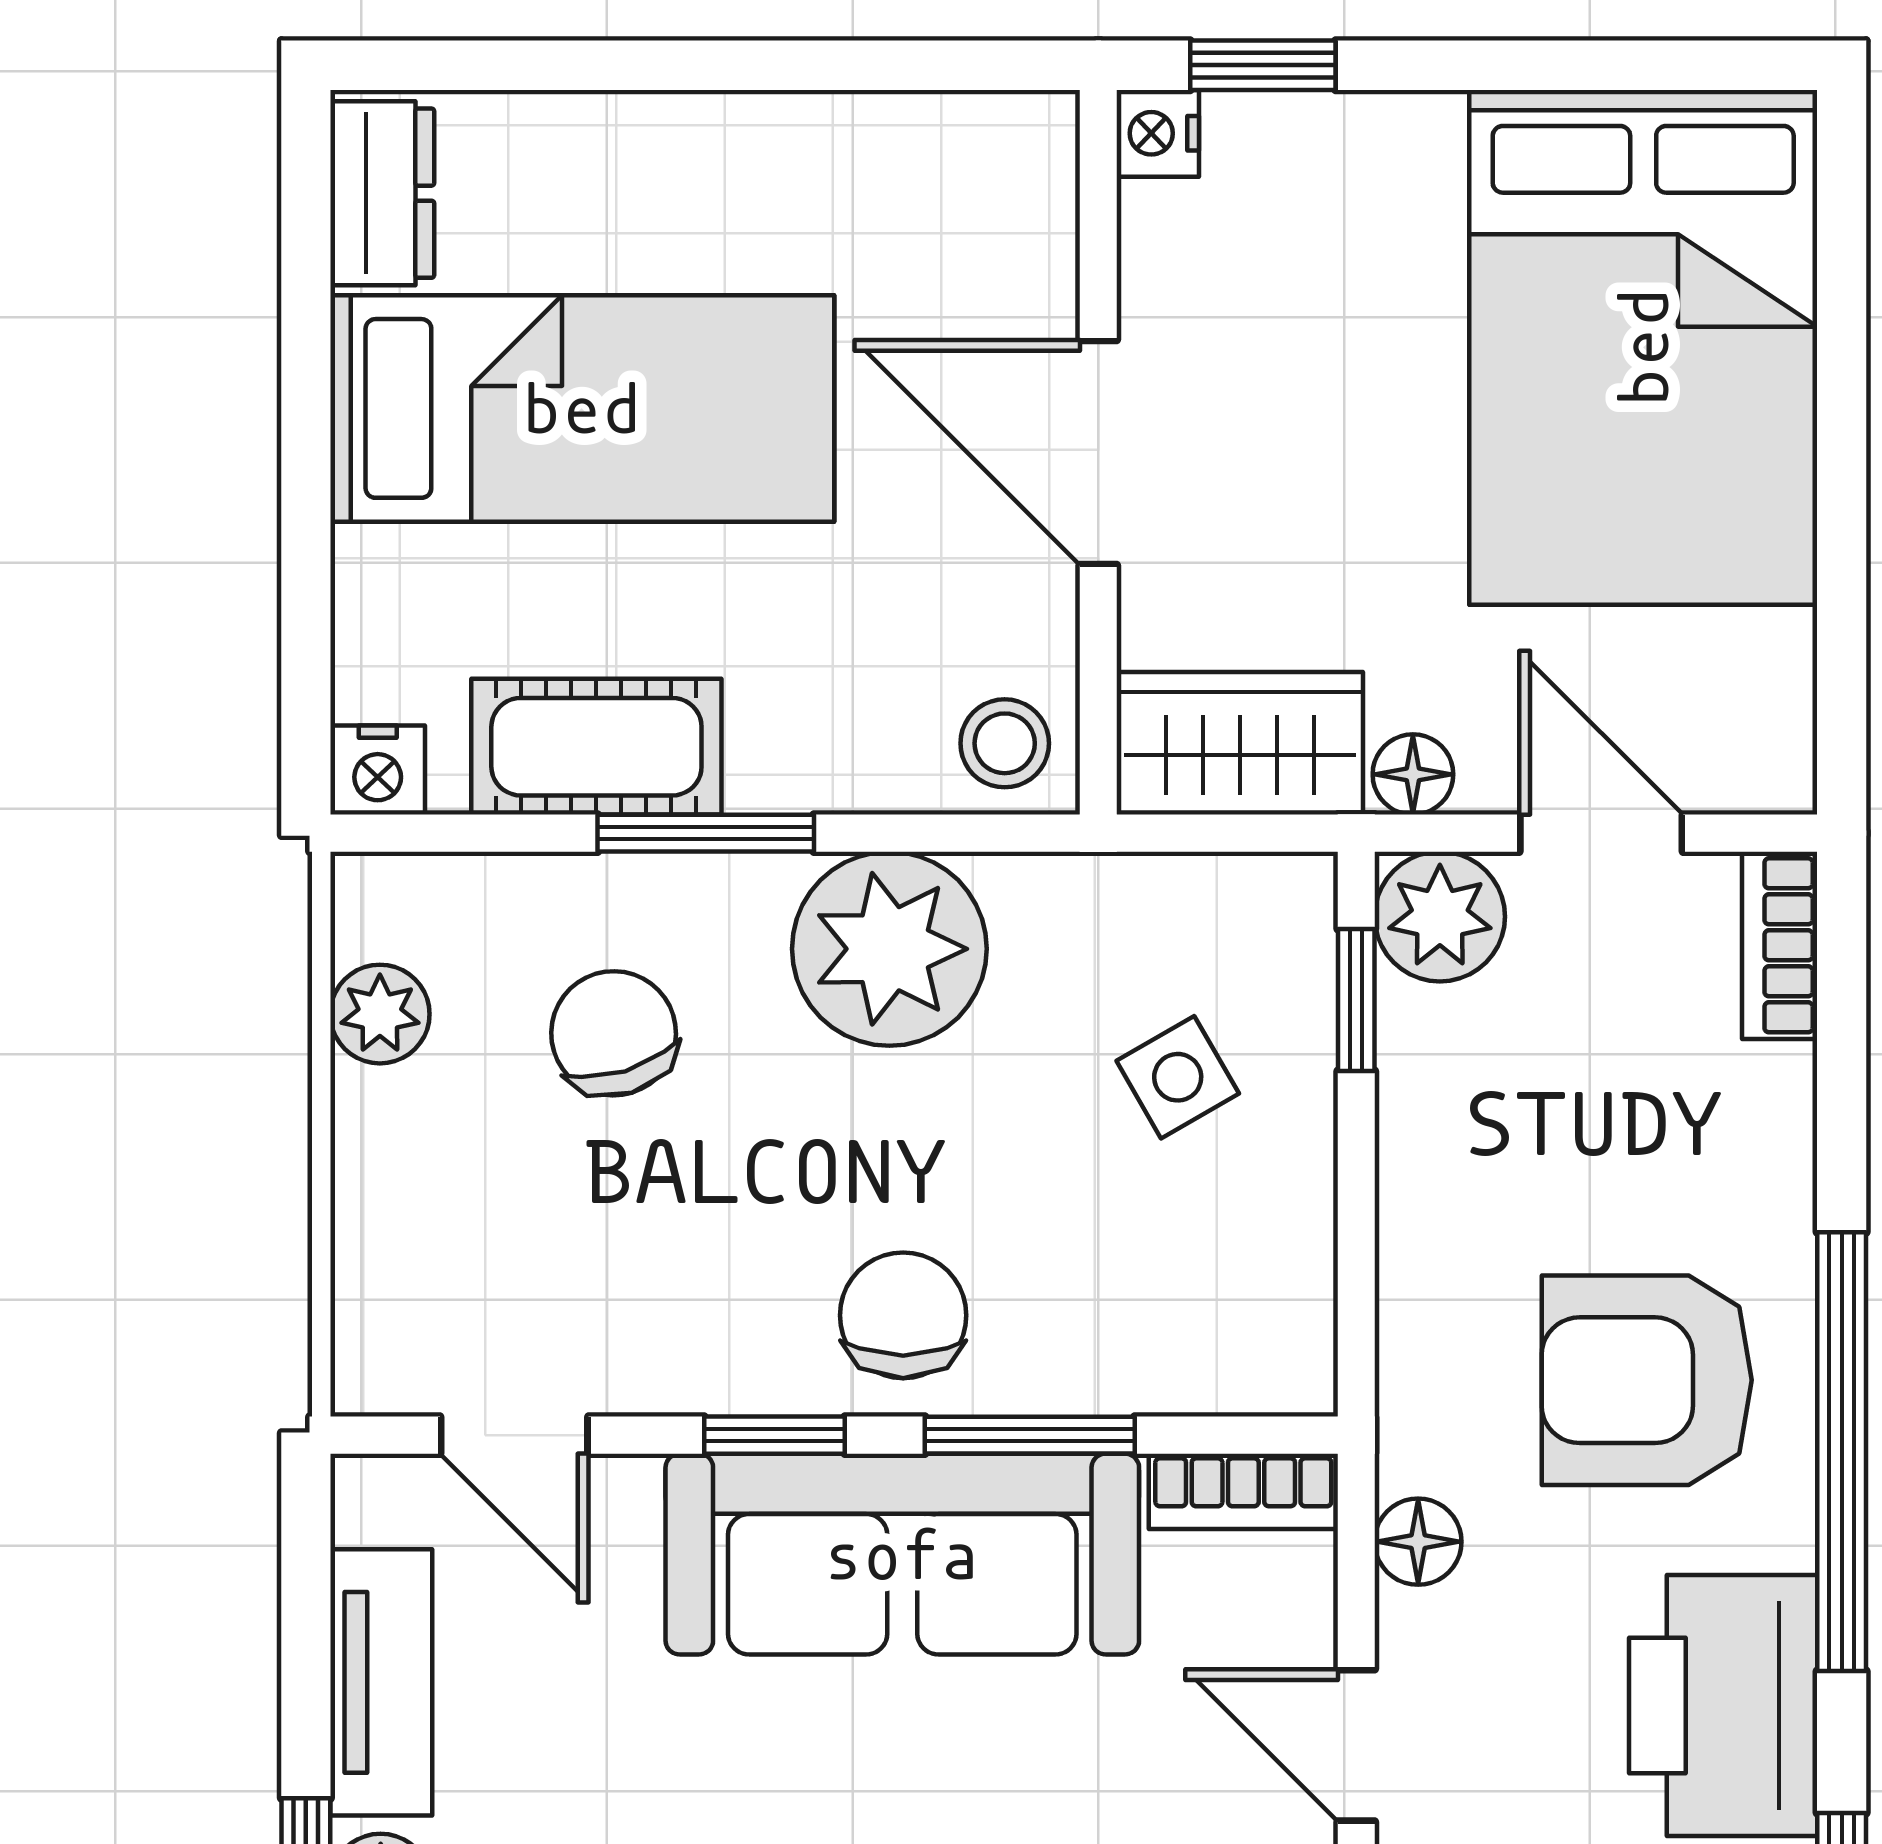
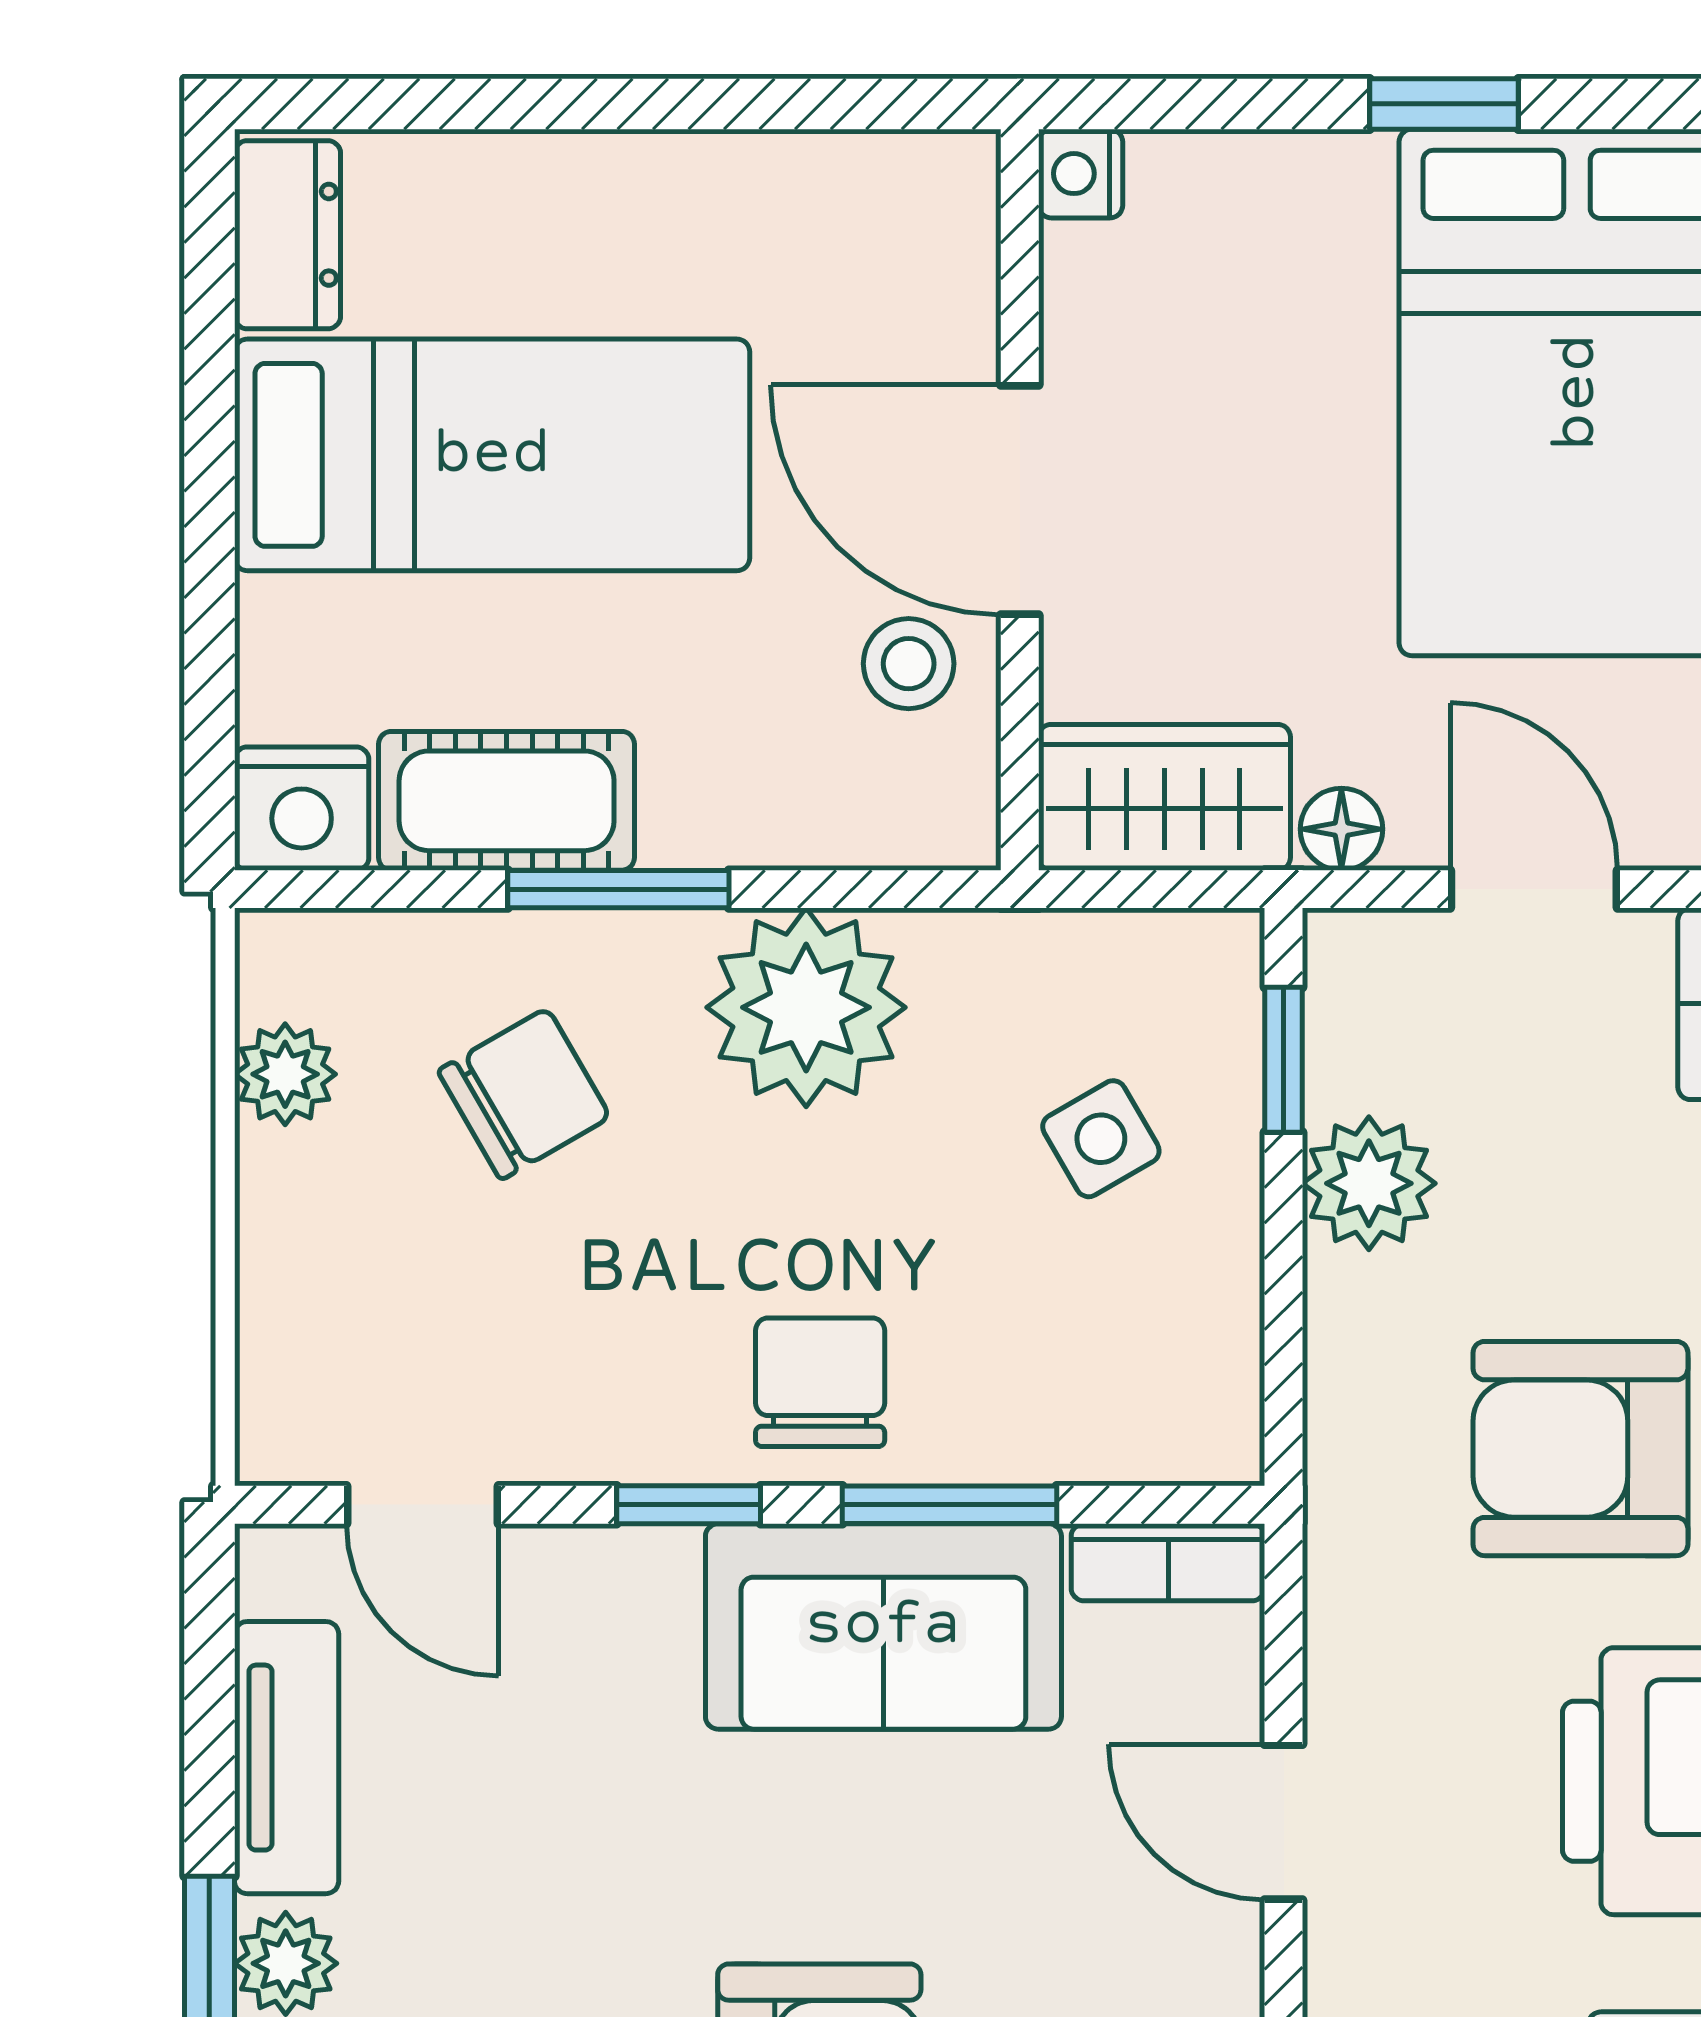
window: (1263, 65) -> (1444, 104), moved
stool: (1005, 743) -> (909, 664), moved
nightstand: (378, 770) -> (302, 809), width x1.39, depth x1.35
plant: (1440, 917) -> (1369, 1183), moved
chair: (614, 1033) -> (524, 1094), turned 77
floor lamp: (1418, 1542) -> (1347, 1614), removed
sofa: (902, 1554) -> (883, 1626), width x0.73

